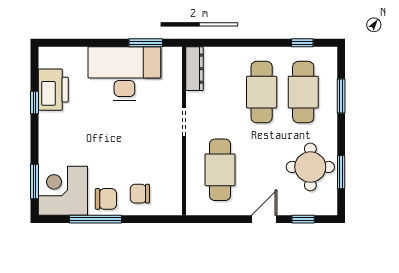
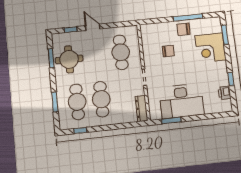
printer: (53, 90) -> (225, 93), width x0.53, depth x0.68
corner desk: (63, 191) -> (210, 48), moved, turned 90
chair: (140, 194) -> (168, 51), moved
door: (264, 219) -> (93, 27), swing flipped

